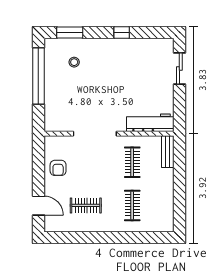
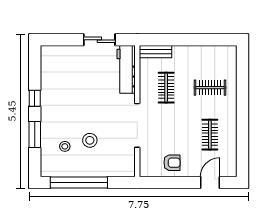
window: (70, 32) -> (35, 134), moved
sliding door: (179, 69) -> (99, 40), moved
stool: (80, 87) -> (90, 140), added
clothes rail: (132, 162) -> (166, 88), turned 90

